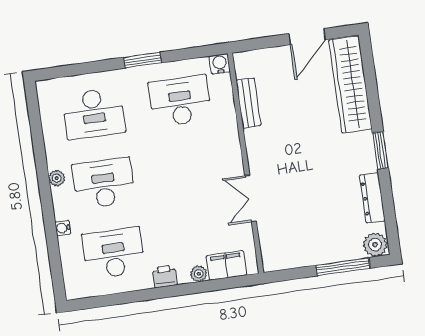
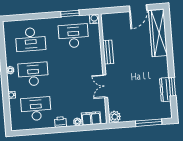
window: (143, 60) -> (70, 13), moved
bench: (248, 103) -> (108, 52), moved
window: (380, 150) -> (172, 87), moved
plant: (375, 245) -> (115, 117), moved

